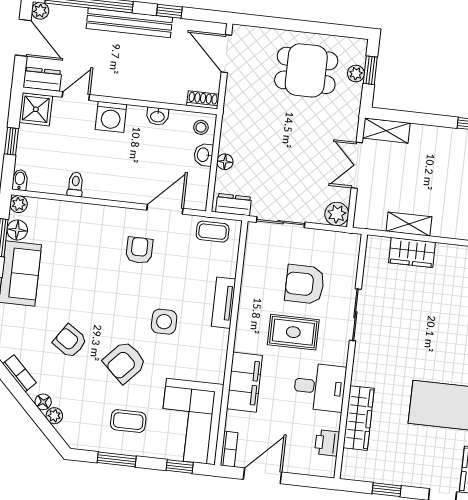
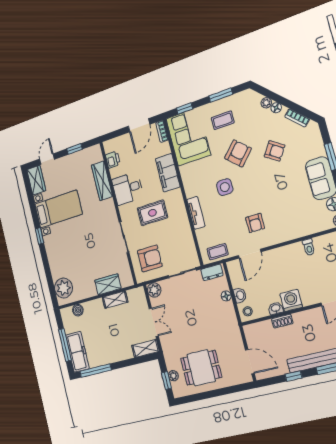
shoe rack: (203, 100) -> (282, 321), moved
washing machine: (111, 117) -> (291, 300), moved
armchair: (305, 284) -> (150, 258), moved

